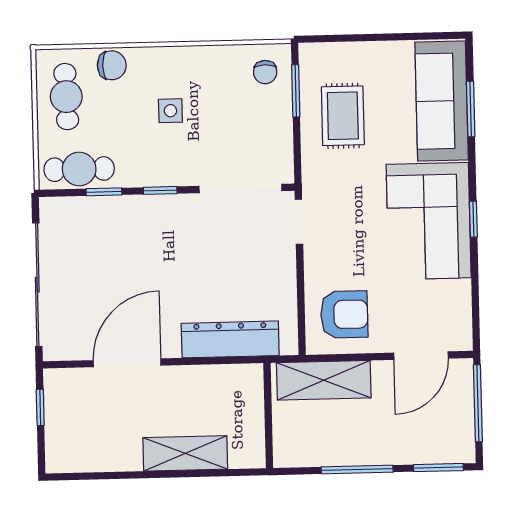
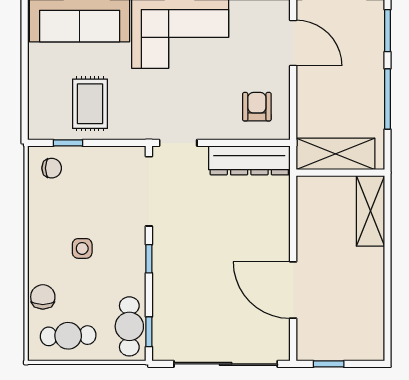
window: (296, 91) -> (68, 143), width x0.67
rug: (343, 116) -> (90, 104), turned 90
window: (104, 192) -> (149, 332), moved
armchair: (344, 314) -> (257, 107), width x0.72, depth x0.72
dresser: (230, 339) -> (249, 160), moved, turned -90
shelving: (324, 380) -> (335, 154), moved, turned 90
shelving: (185, 453) -> (370, 211), moved

